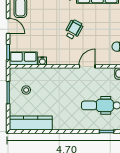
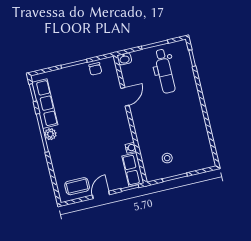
wheelchair: (74, 30) -> (88, 121), removed
door: (87, 66) -> (125, 97), swing flipped
kitchen counter: (31, 123) -> (203, 144), removed

